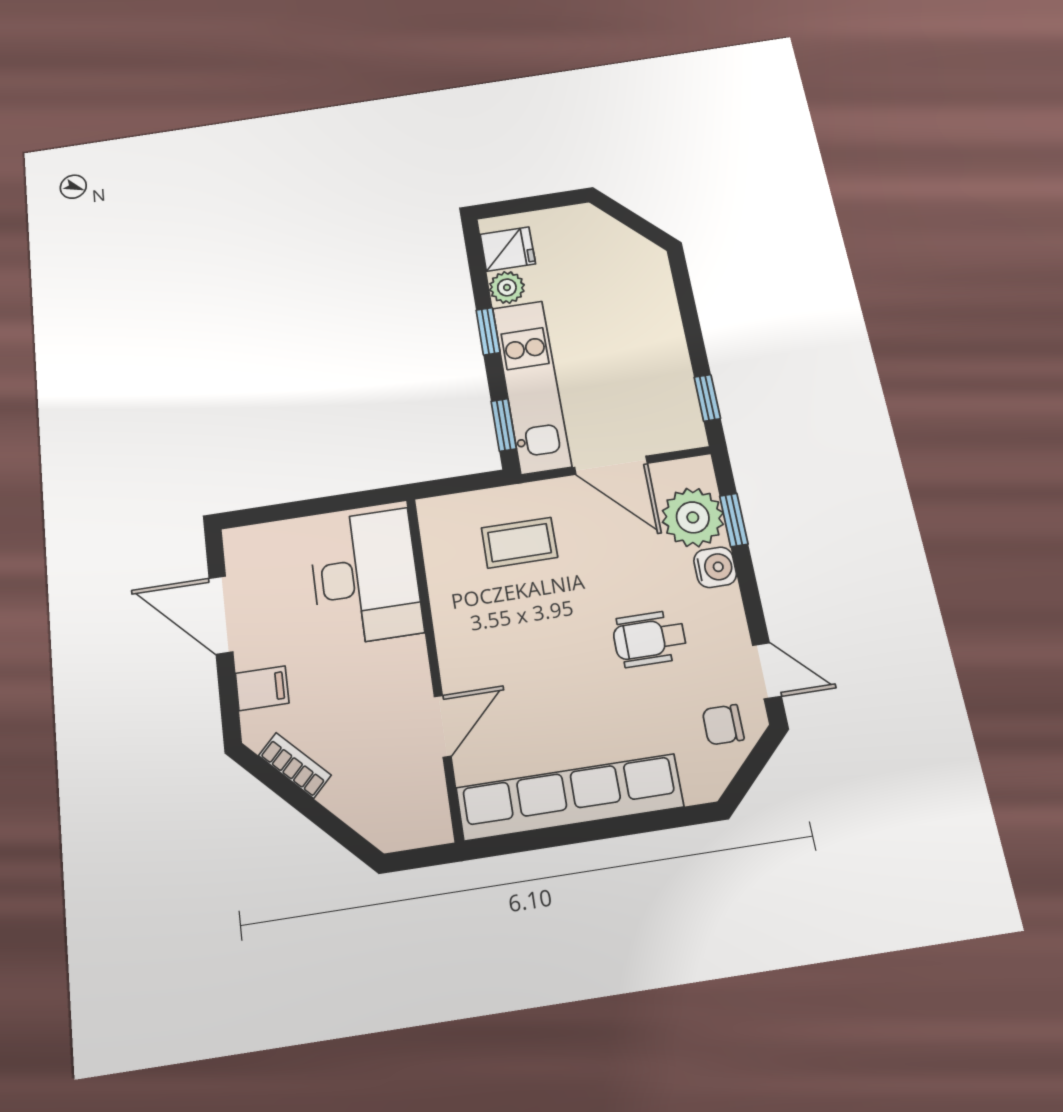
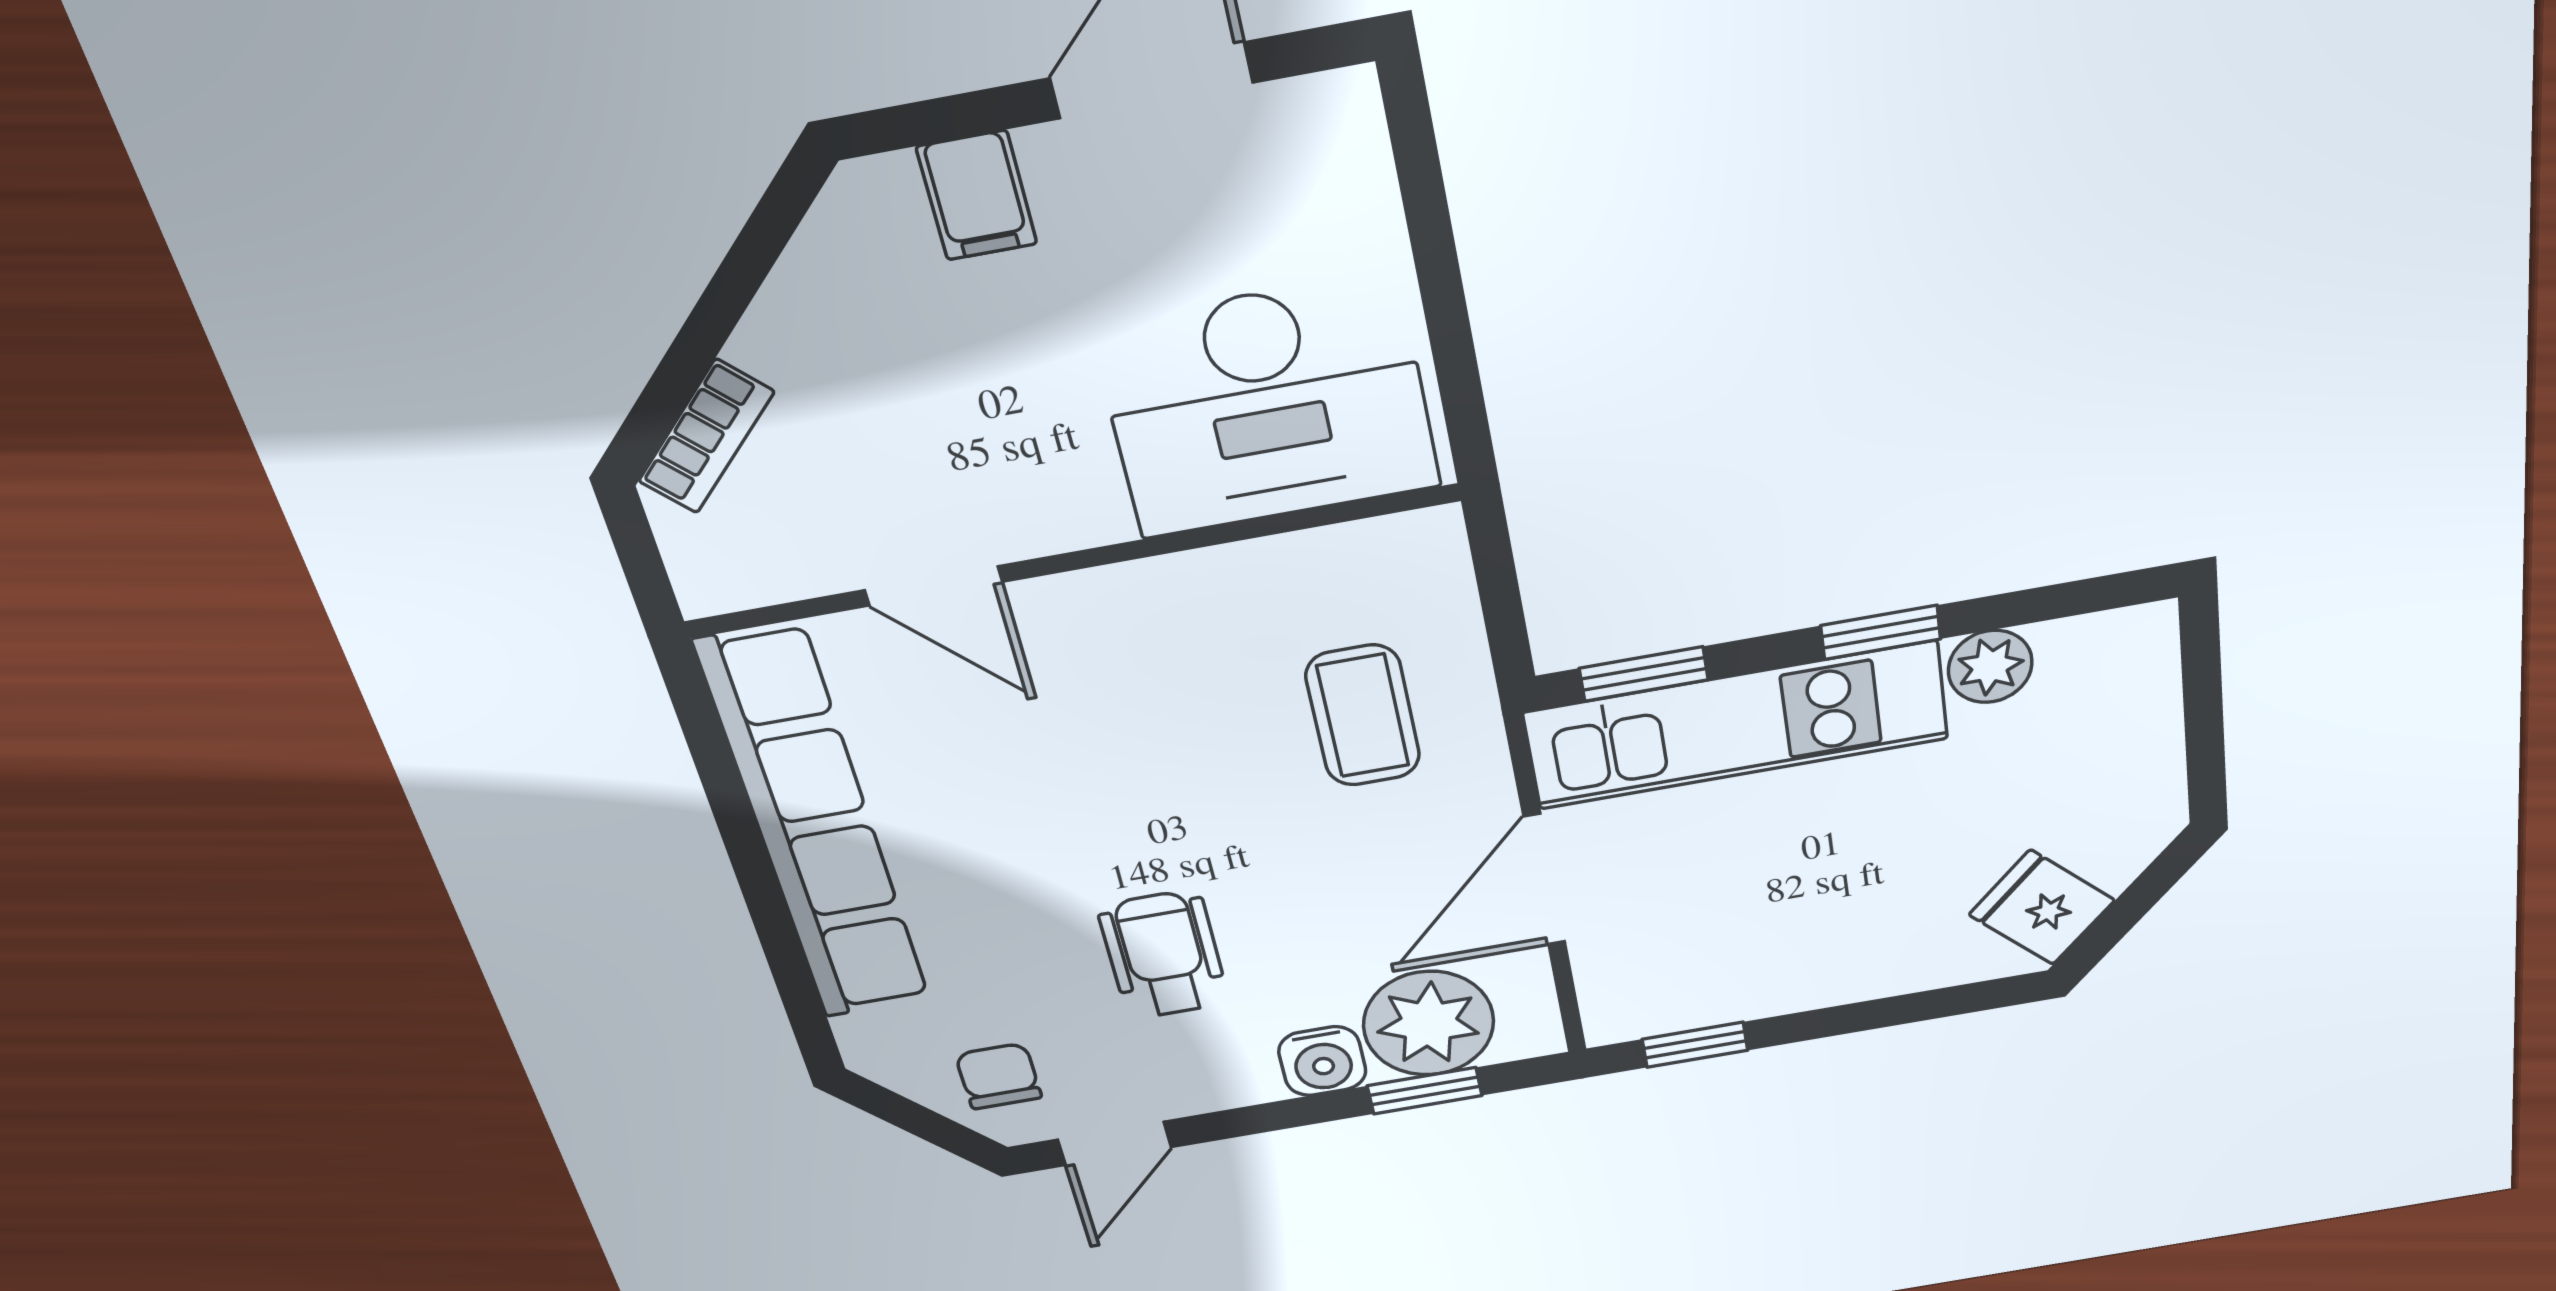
fridge: (508, 249) -> (2042, 907), moved, turned 135
bookcase: (295, 765) -> (706, 437), moved

